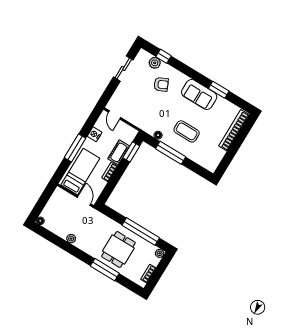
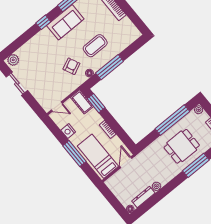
window: (164, 56) -> (43, 22), moved
plant: (155, 63) -> (13, 60), moved
armchair: (161, 84) -> (71, 66), moved
cot: (119, 152) -> (82, 102), moved
door: (84, 201) -> (126, 162), hinge flipped
dresser: (56, 230) -> (143, 197), added
dining table: (118, 249) -> (182, 146), turned 90

